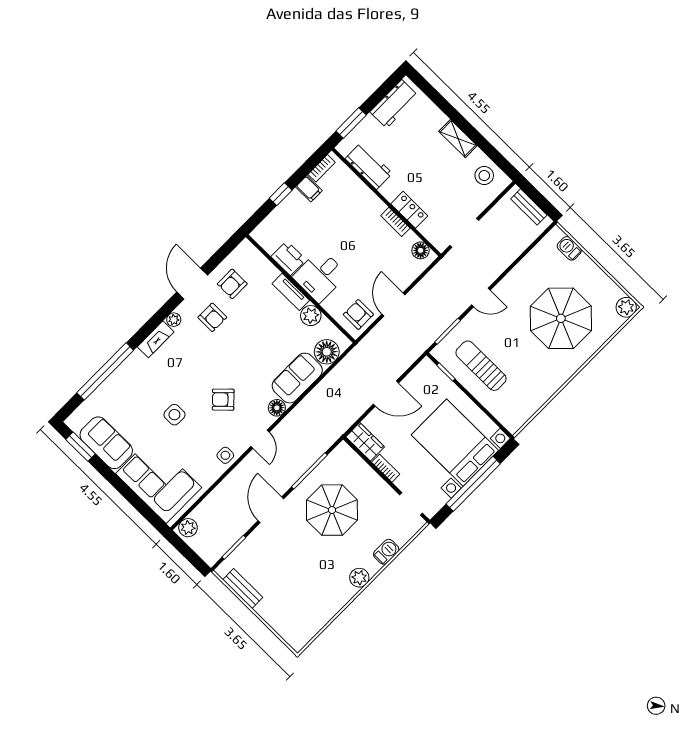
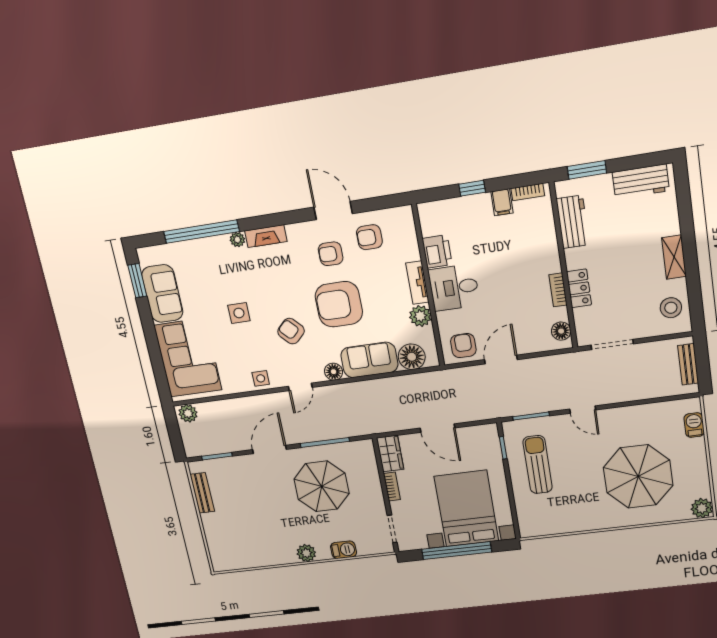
door: (192, 284) -> (333, 210), hinge flipped
armchair: (212, 317) -> (331, 254), turned 90
plant: (174, 320) -> (237, 240), moved
armchair: (245, 352) -> (339, 304), added

